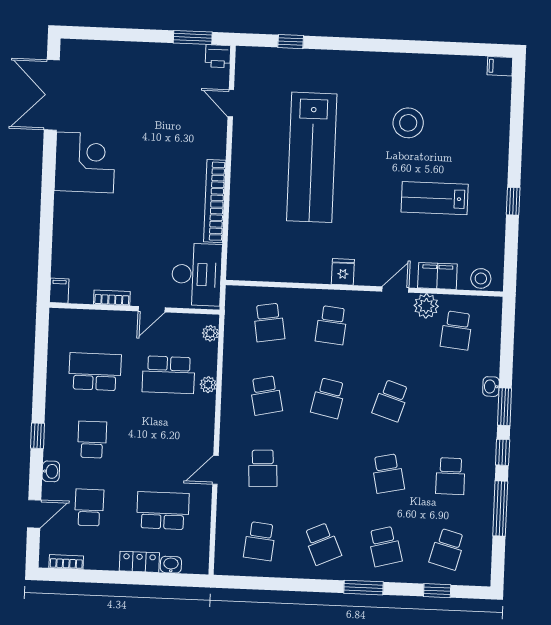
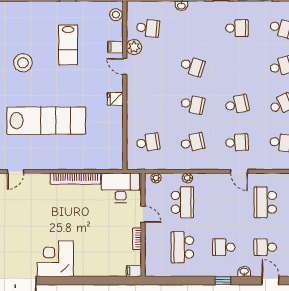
filing cabinet: (437, 276) -> (115, 47), width x0.50
school desk: (331, 325) -> (148, 104), removed
school desk: (388, 474) -> (237, 104), moved

